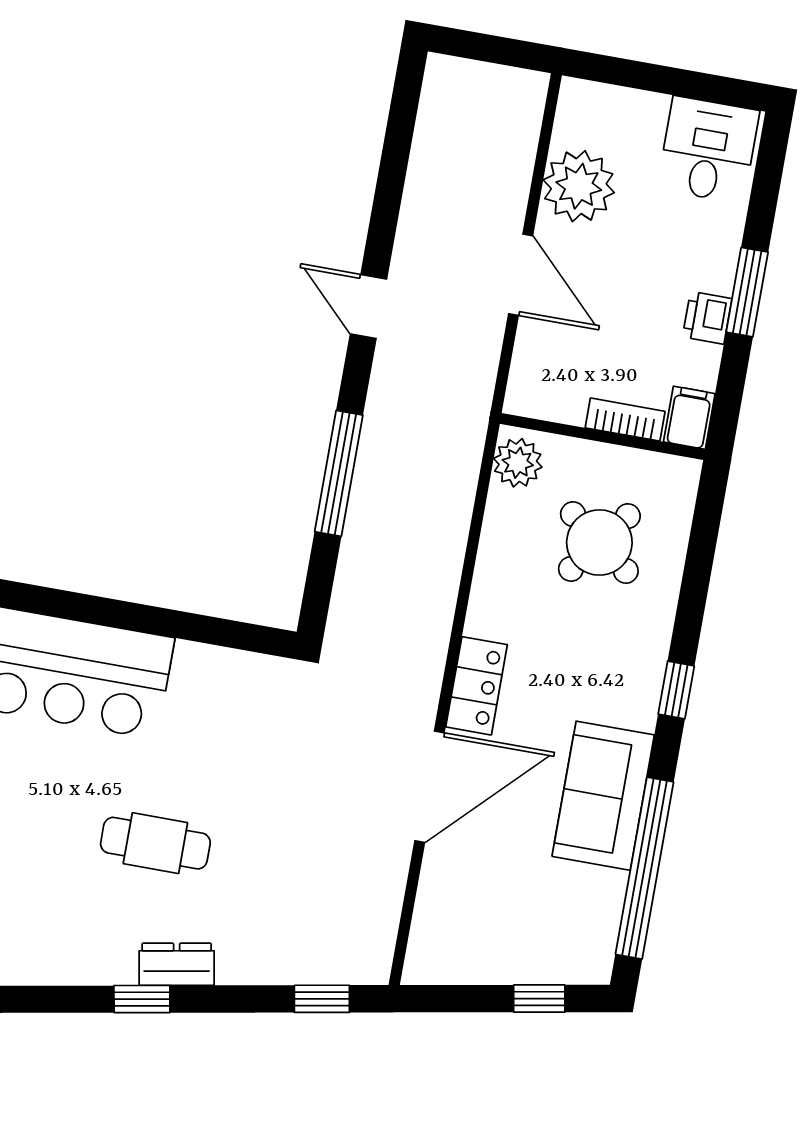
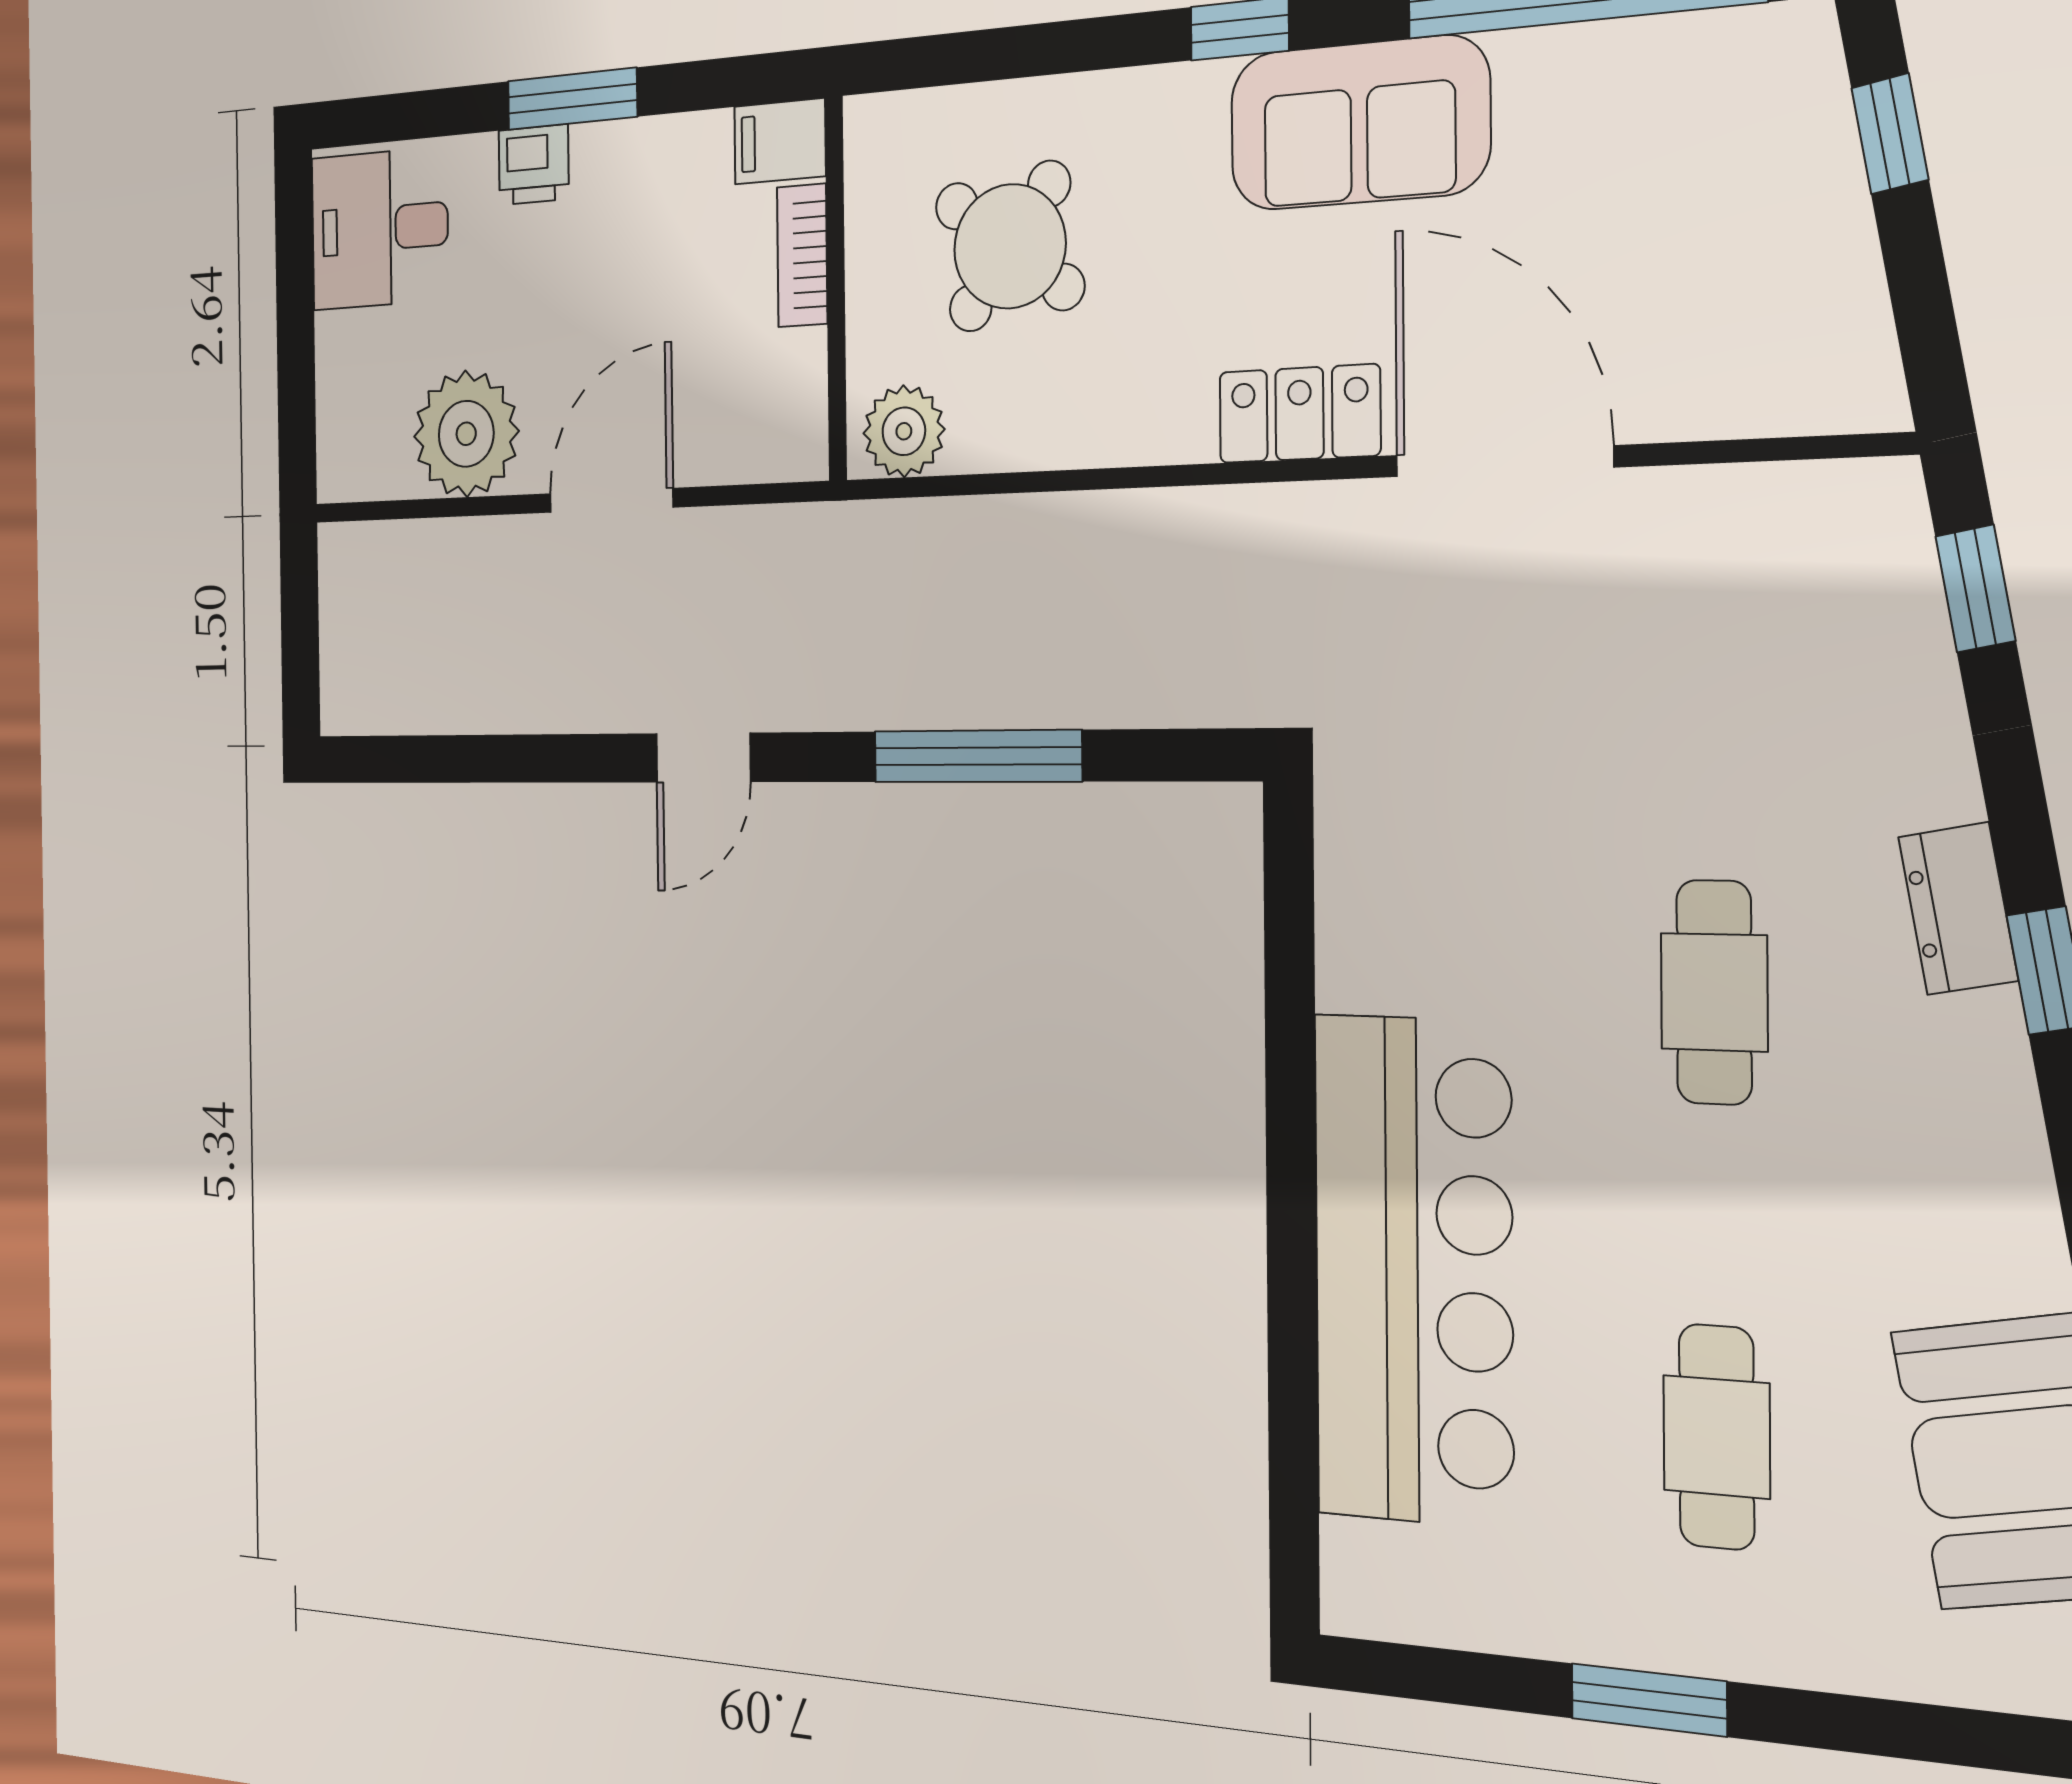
printer: (707, 318) -> (534, 165), moved
sofa: (603, 796) -> (1359, 123), moved

